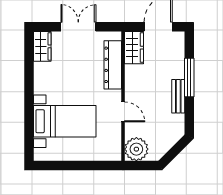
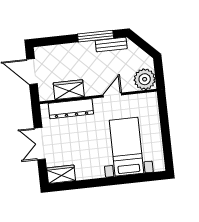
wardrobe: (134, 48) -> (69, 90), moved
window: (189, 77) -> (96, 36), moved
bench: (178, 96) -> (111, 45), moved

